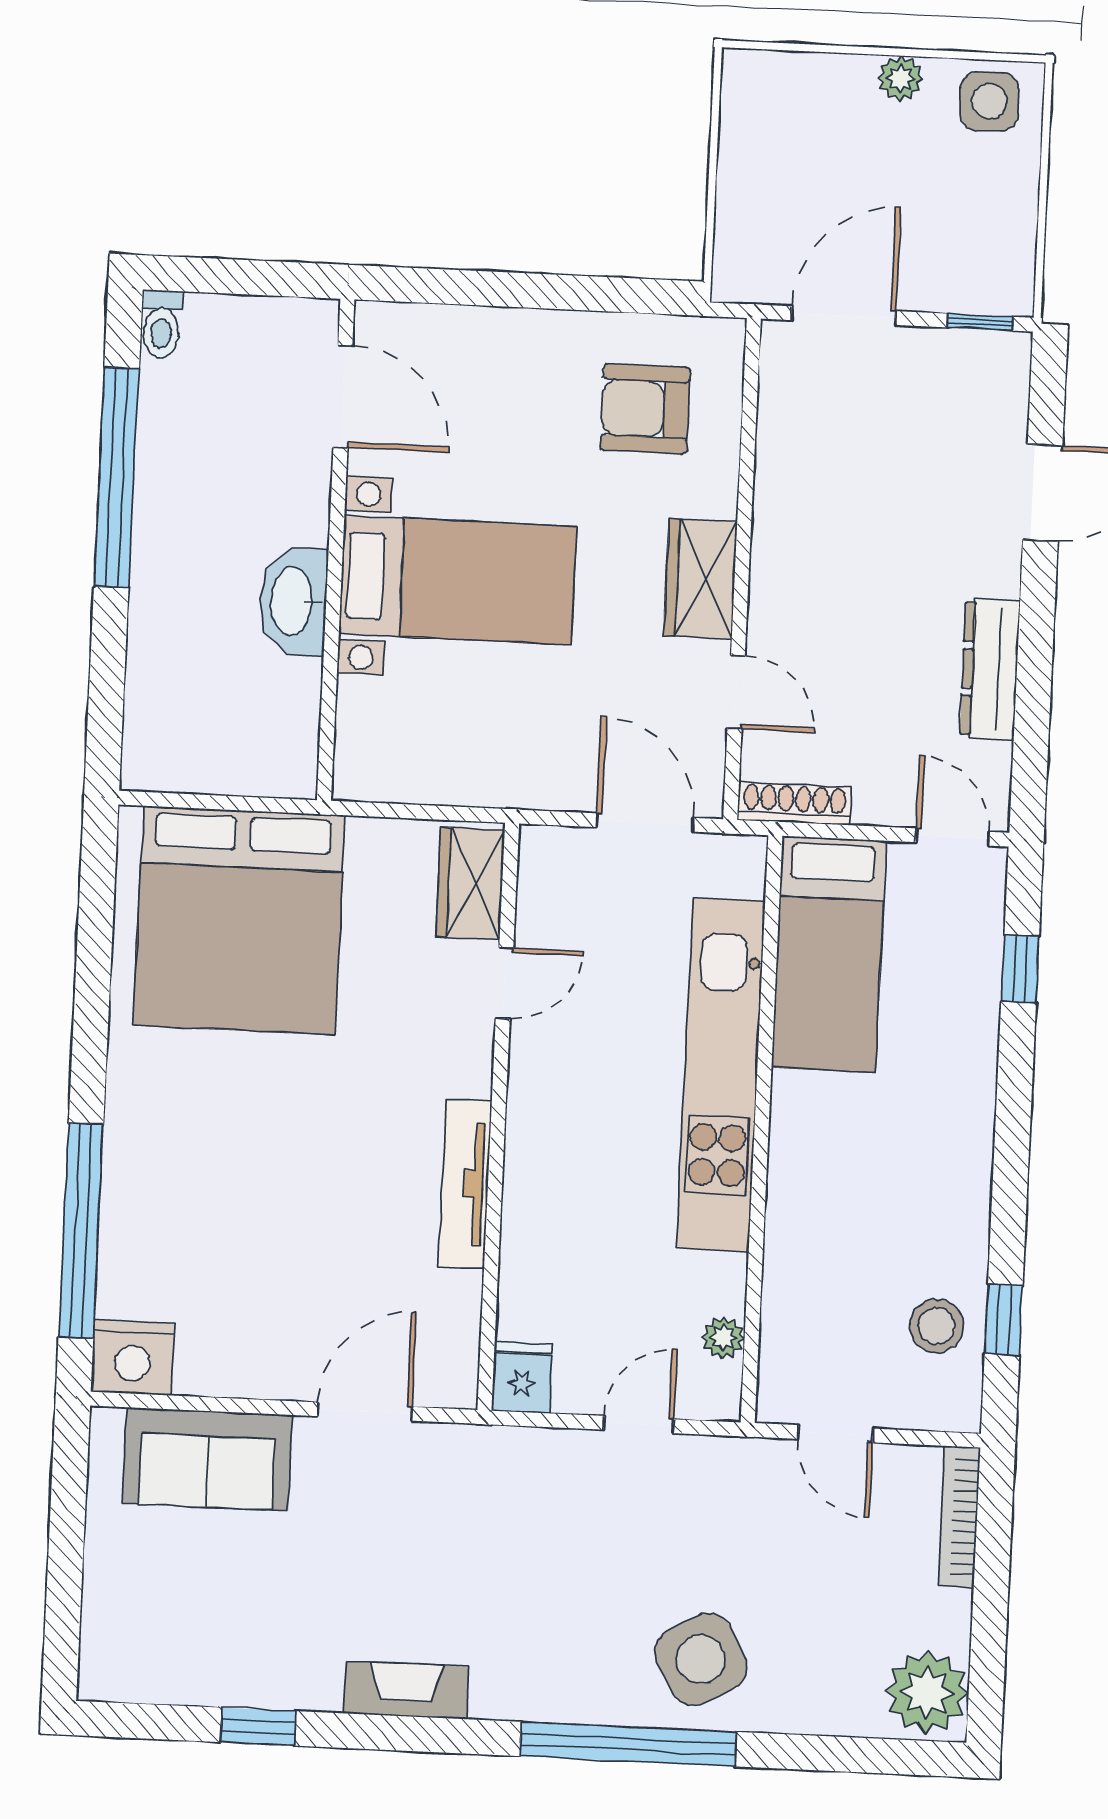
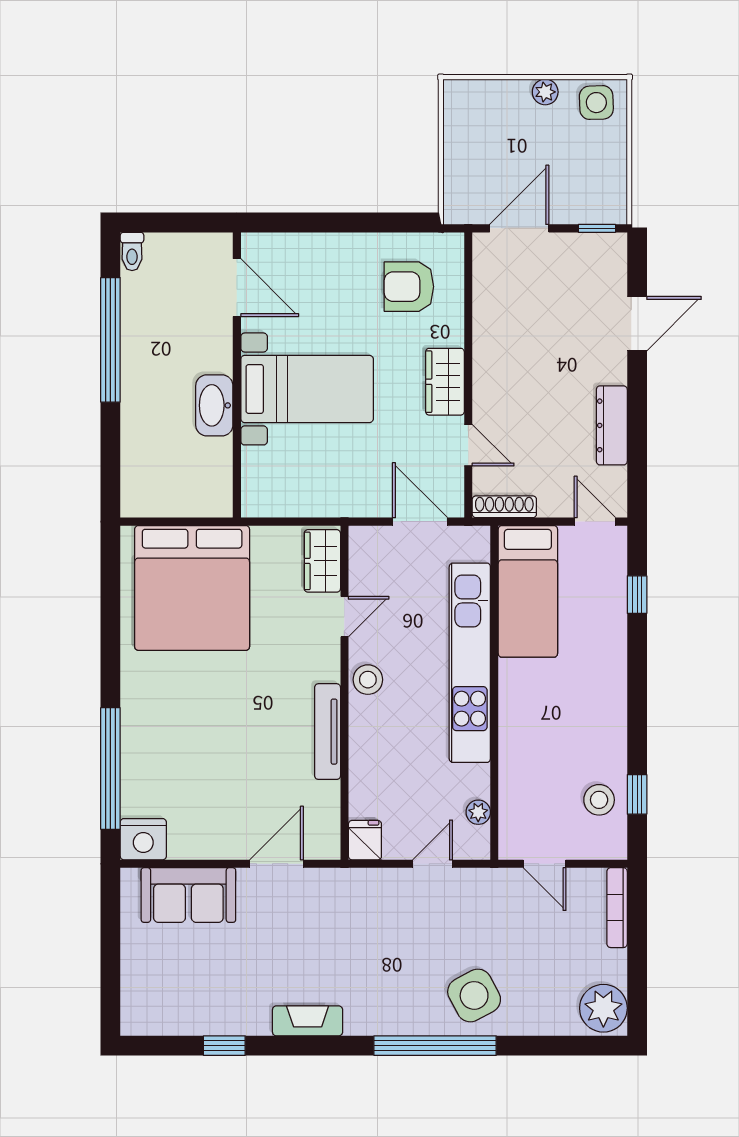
stool: (540, 1096) -> (368, 680), added

